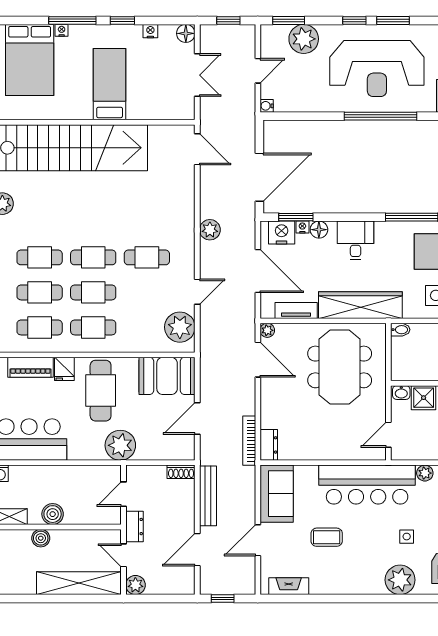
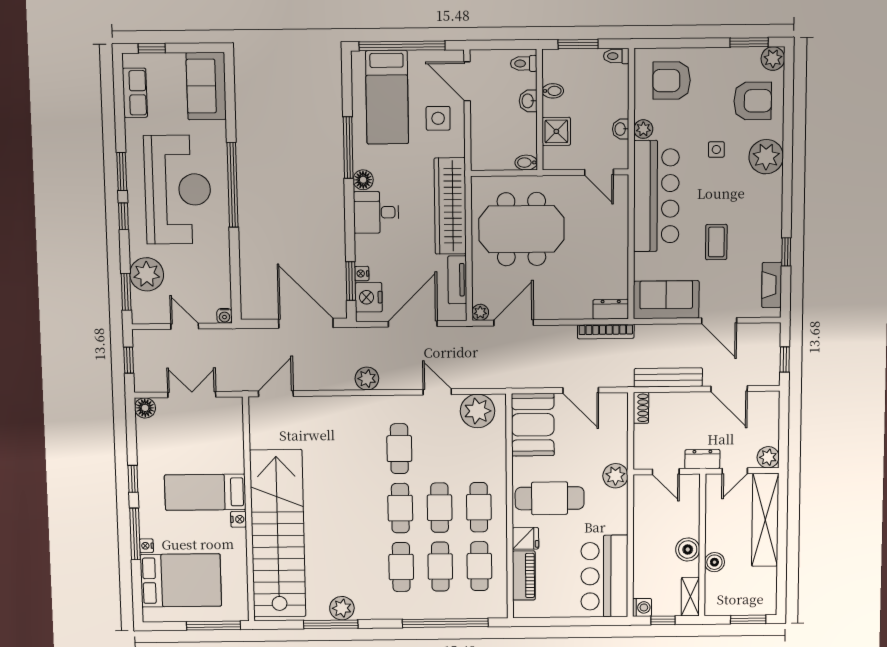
nightstand: (150, 31) -> (239, 519), moved, turned 180
floor lamp: (319, 230) -> (363, 180), moved
bidet: (400, 330) -> (526, 163), moved, turned -90
washbasin: (401, 393) -> (621, 129), moved, turned 180
plant: (120, 445) -> (615, 476), width x0.73, depth x0.73
window: (317, 598) -> (786, 252), added

